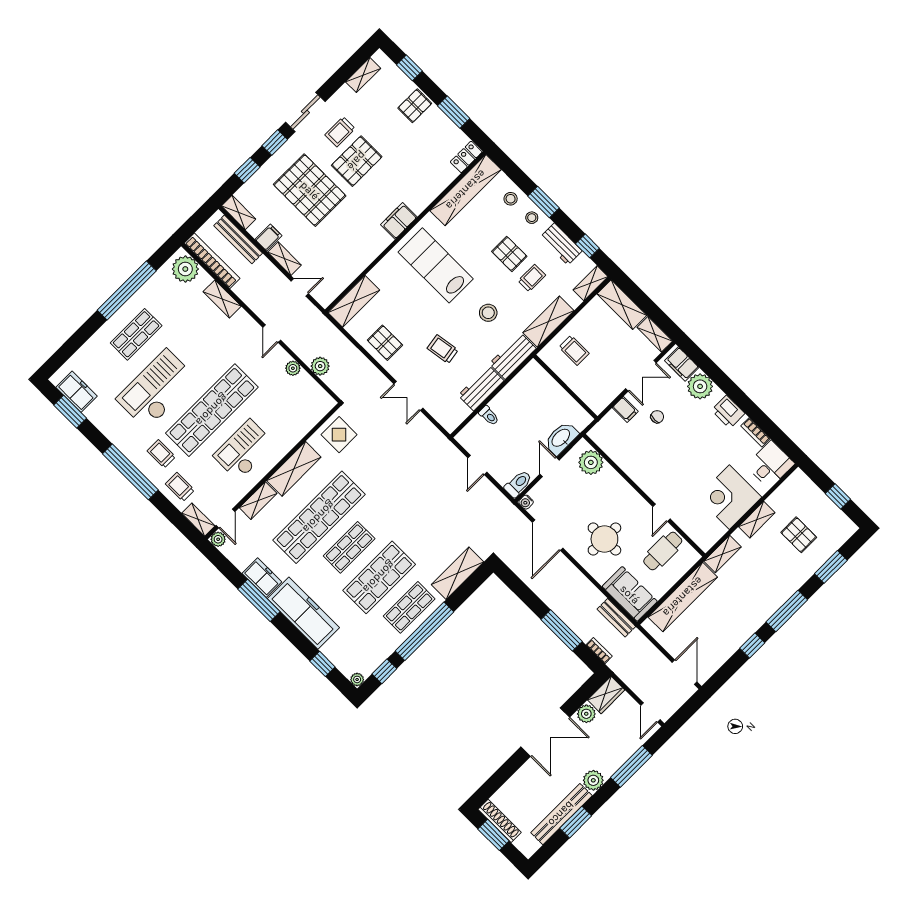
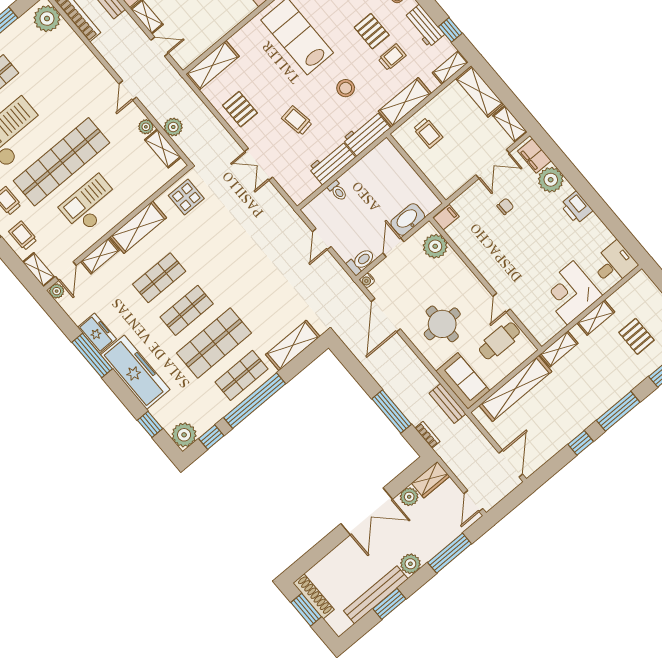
shelving: (222, 299) -> (163, 148), moved
filing cabinet: (625, 409) -> (446, 217), moved, turned -90
bookcase: (755, 432) -> (602, 230), removed
shop shelf: (319, 517) -> (159, 278), width x0.50, depth x0.74
plant: (357, 679) -> (184, 435), width x1.88, depth x1.88

